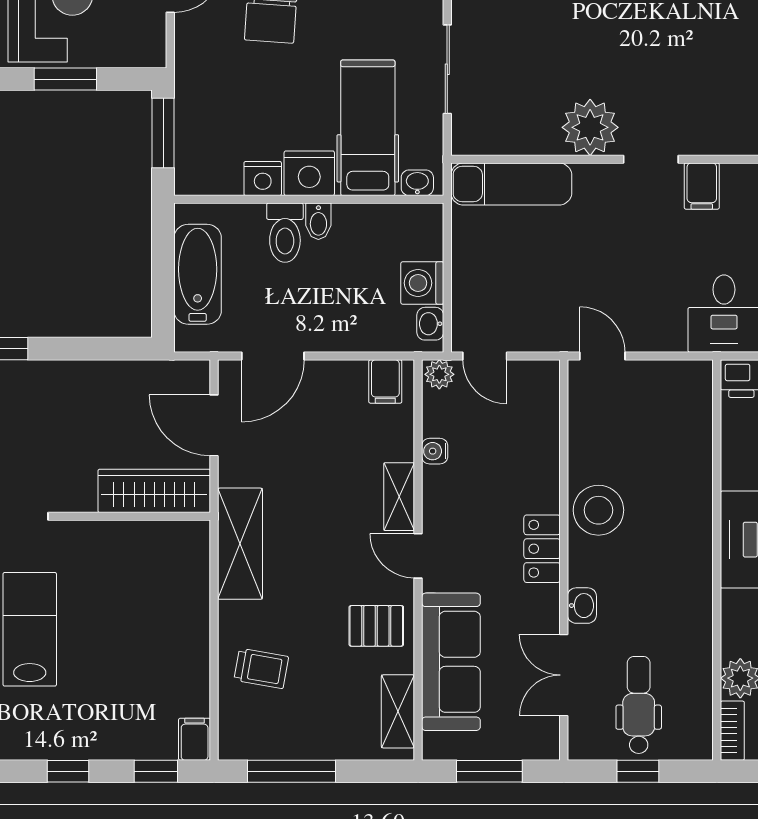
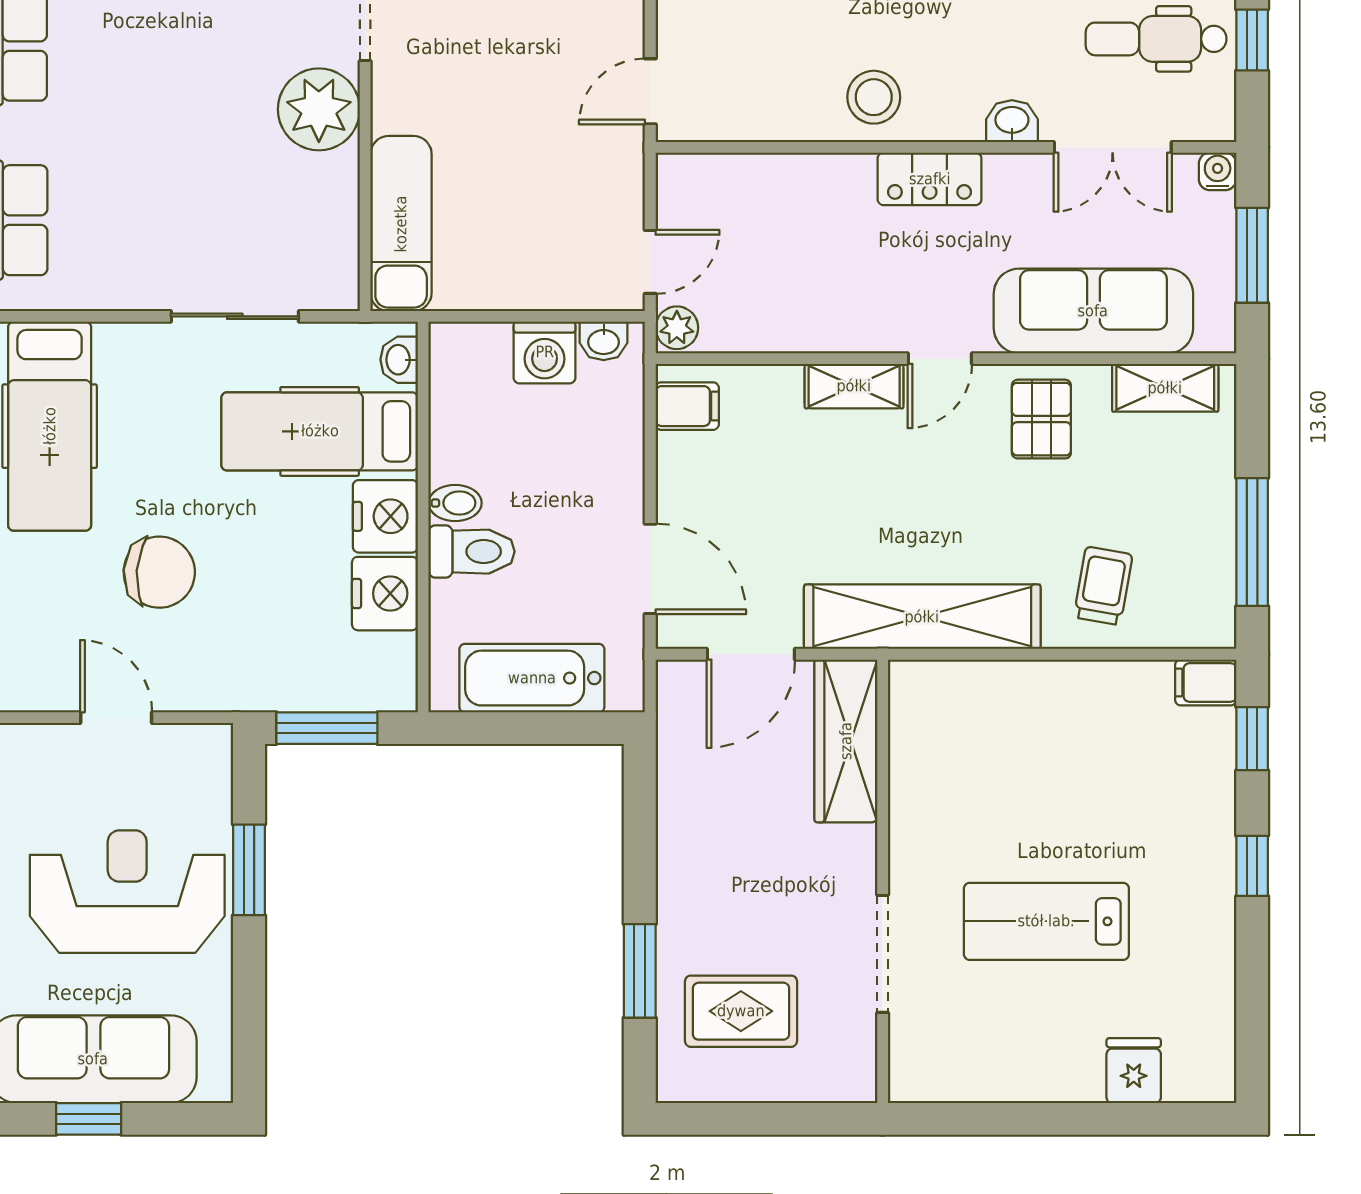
nightstand: (263, 178) -> (385, 594), width x1.36, depth x1.33
water cooler: (435, 451) -> (1218, 171), moved, turned 180
stool: (598, 510) -> (874, 97), width x0.73, depth x0.73
shelving: (240, 544) -> (922, 617), width x1.47

